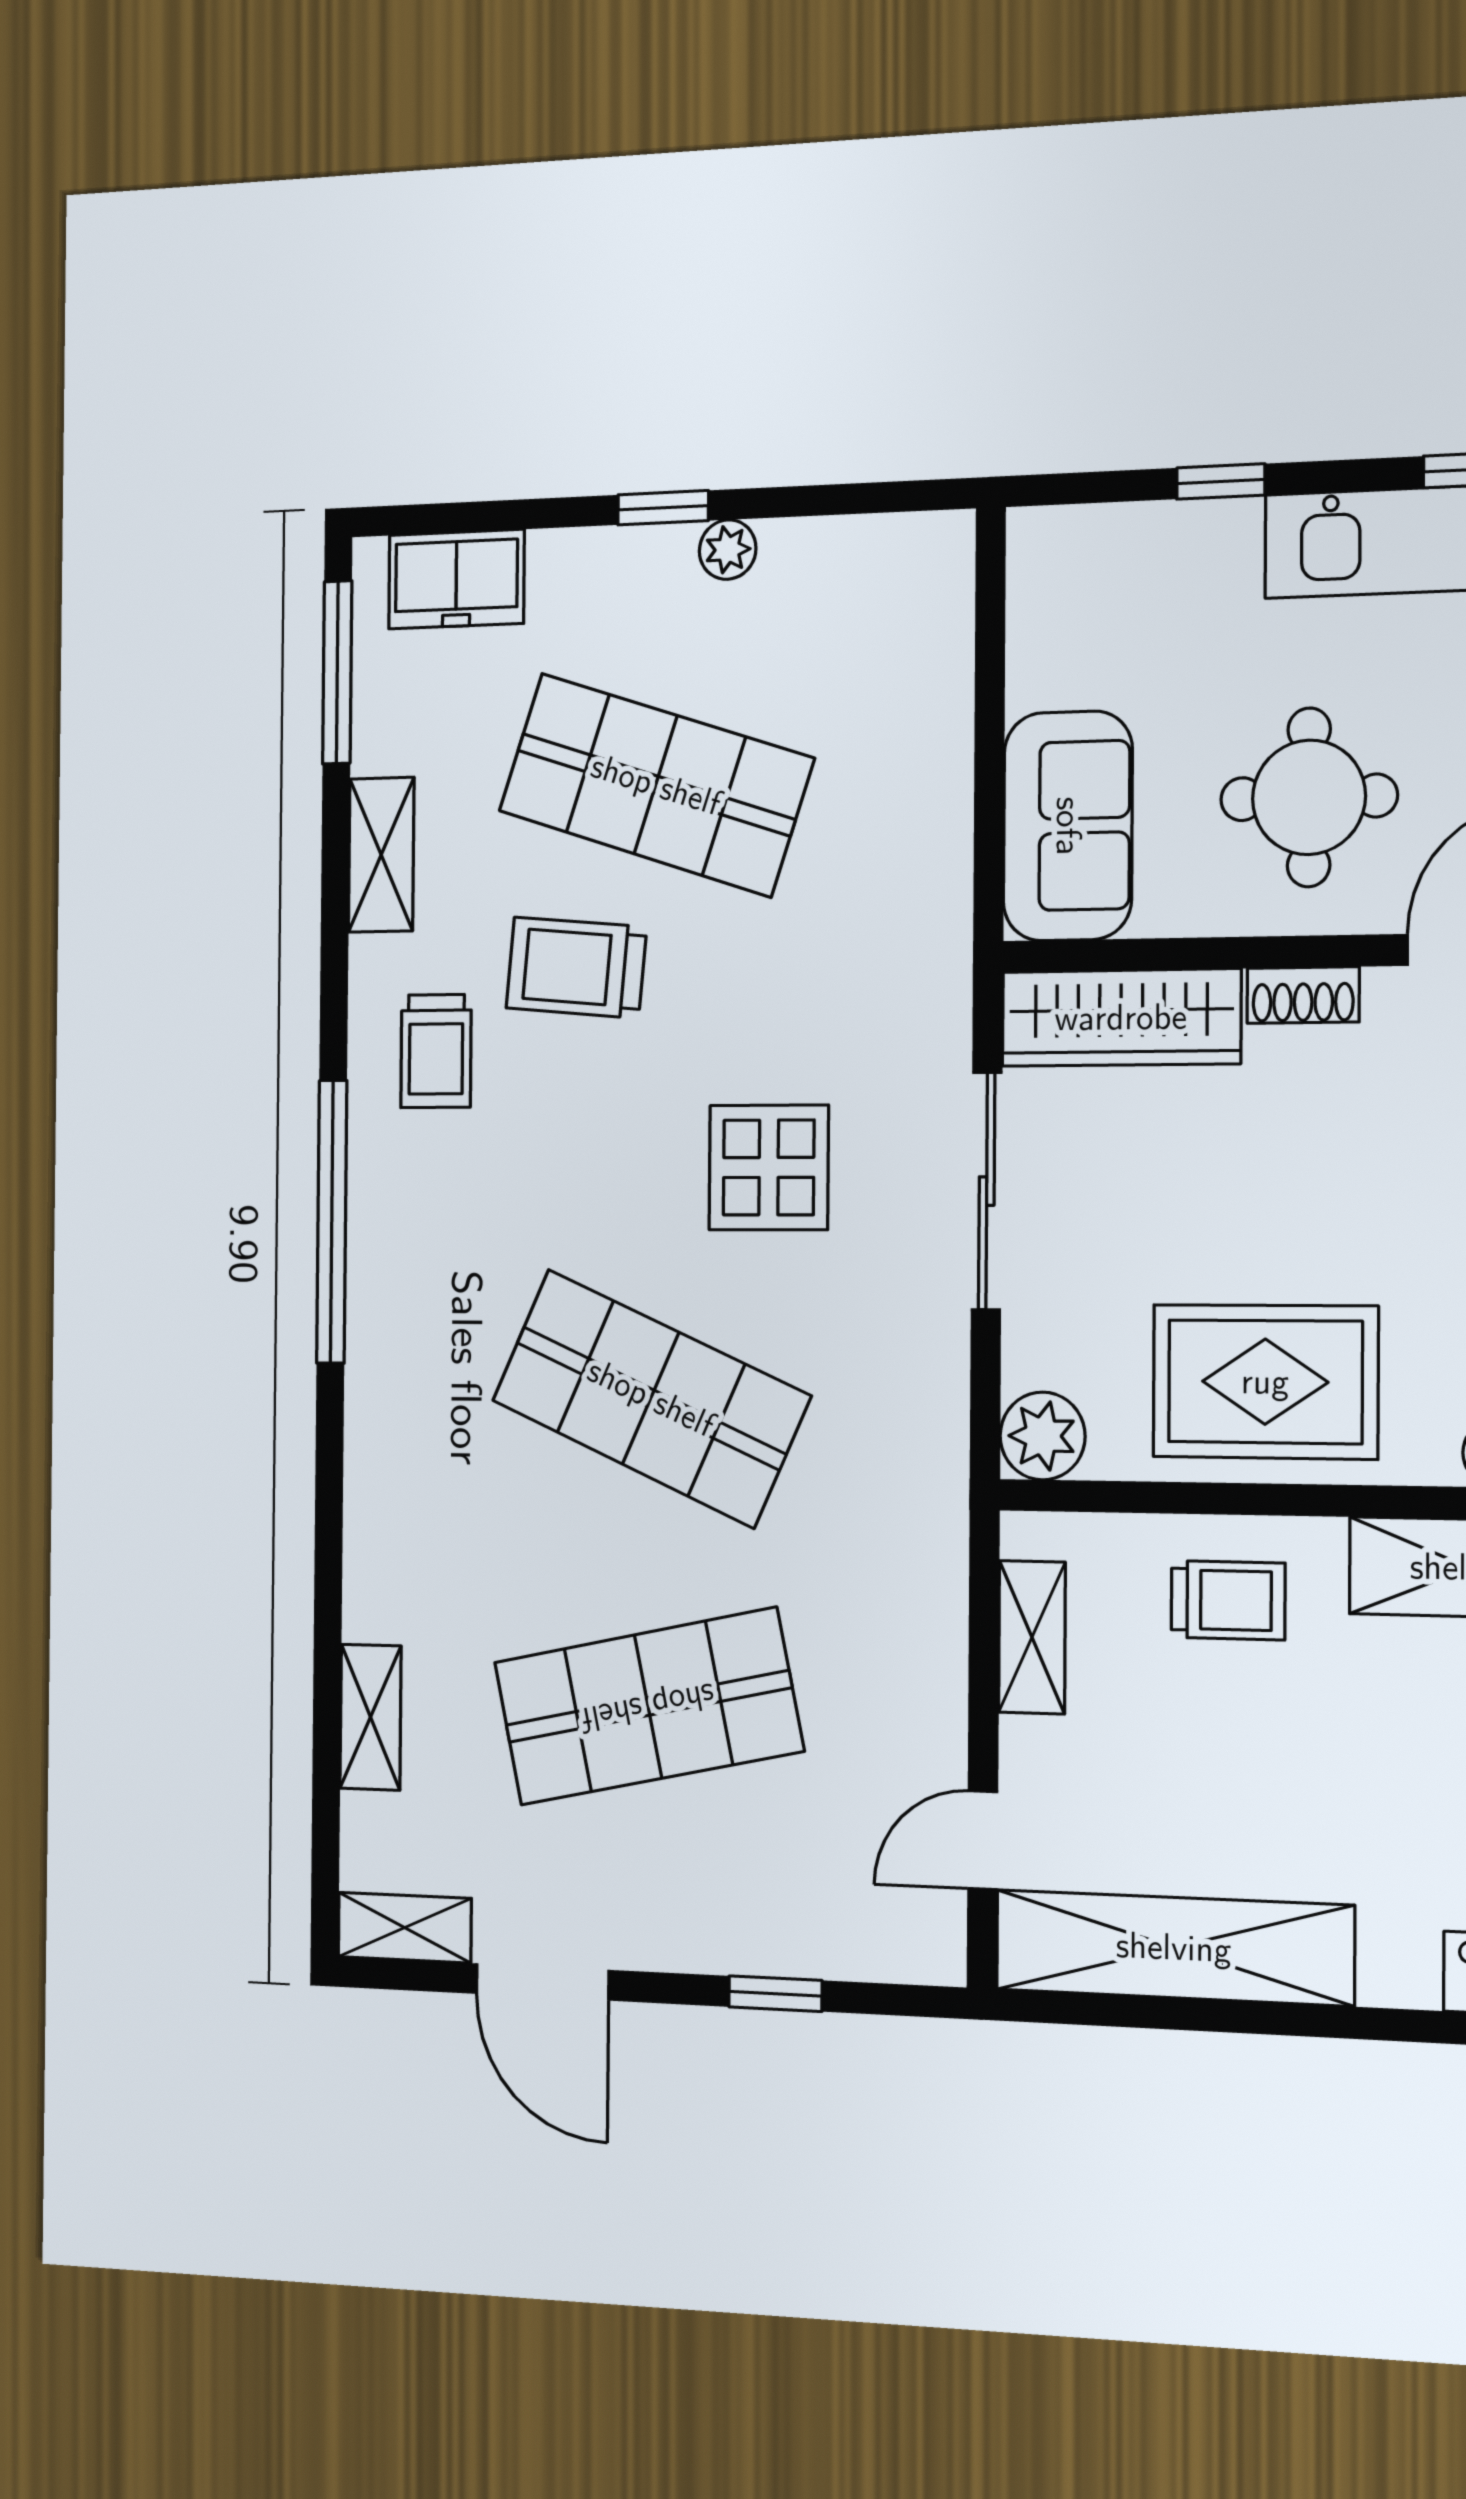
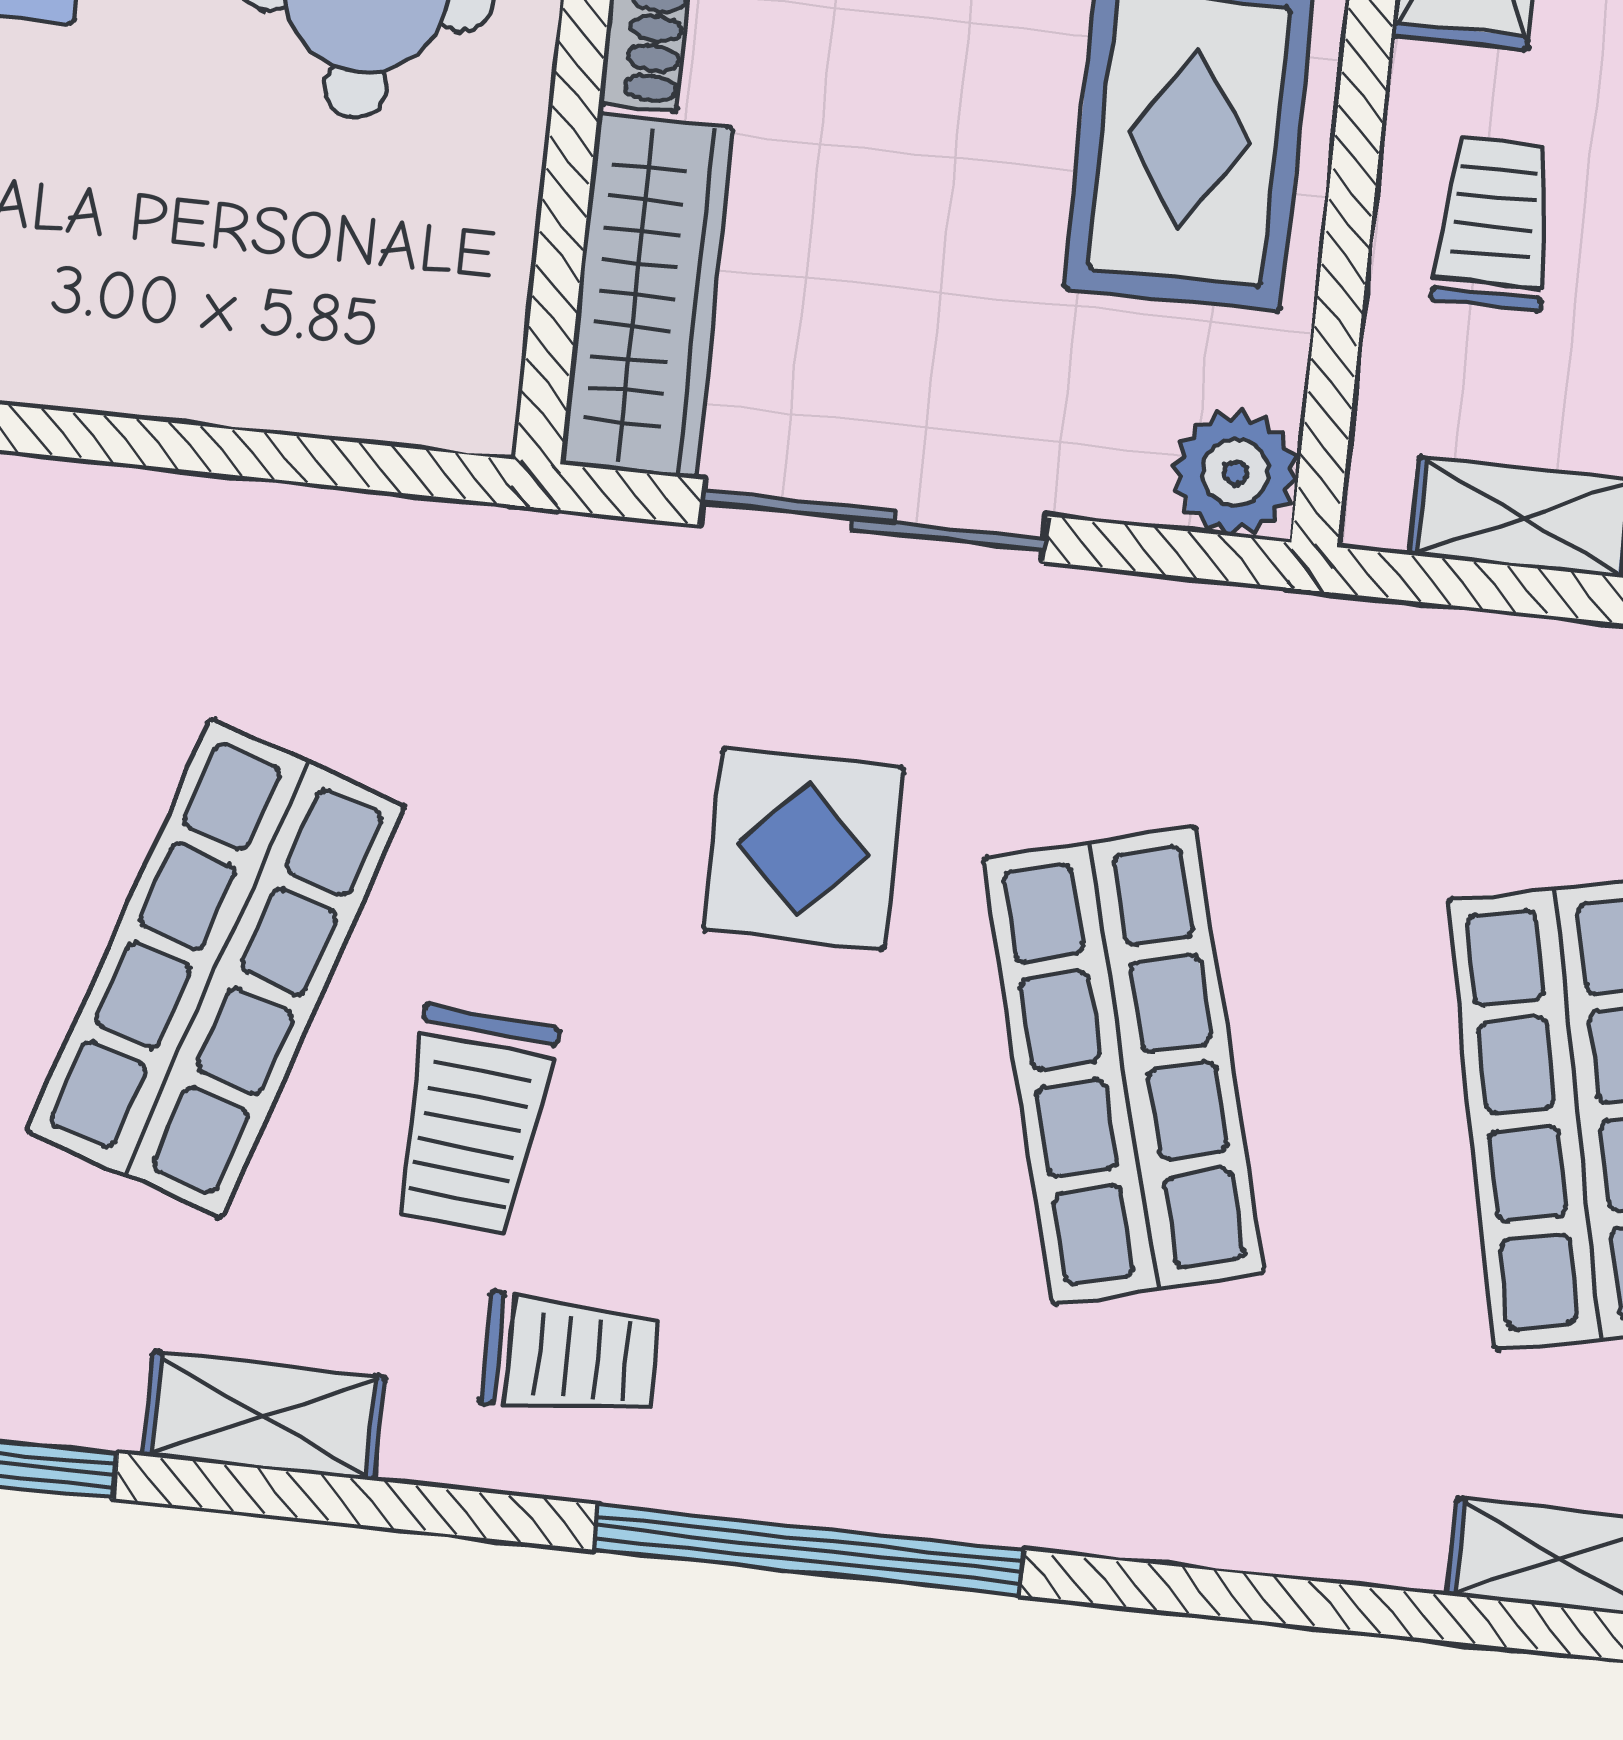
sofa: (1068, 826) -> (360, 347), removed
shop shelf: (651, 1398) -> (1124, 1065), turned -39

